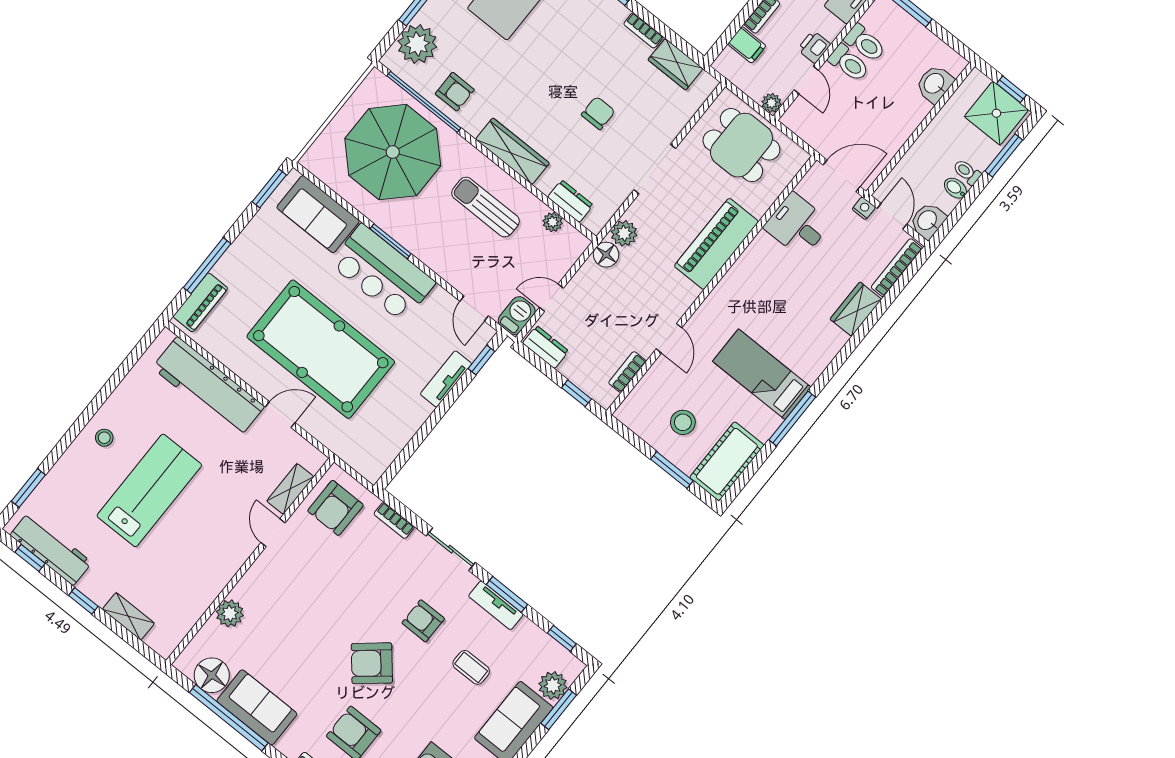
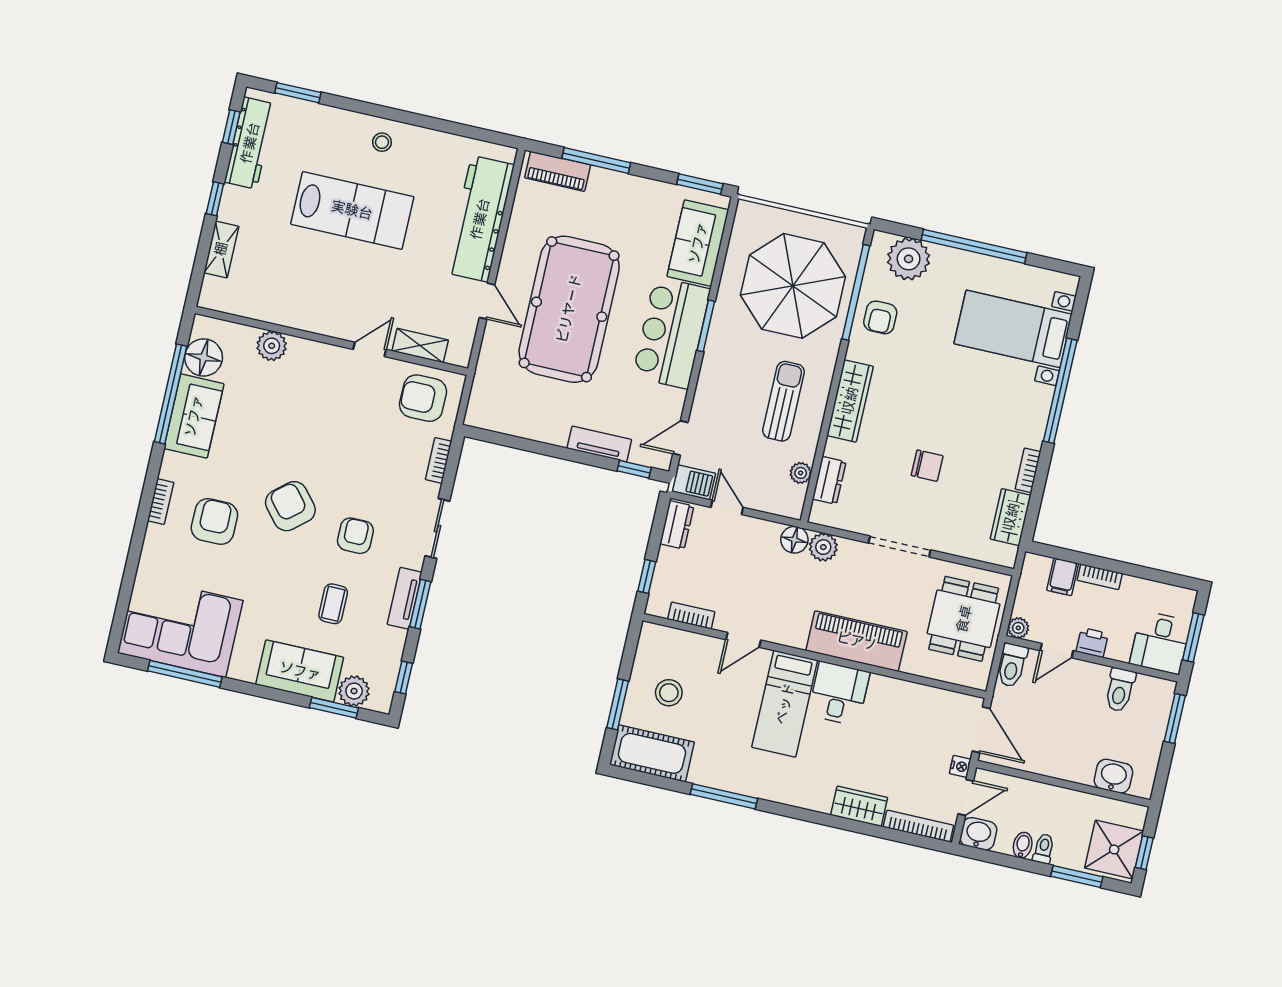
toilet: (849, 63) -> (1012, 665), moved
desk: (797, 225) -> (839, 693), moved
bed: (762, 374) -> (785, 704), moved, turned 180

